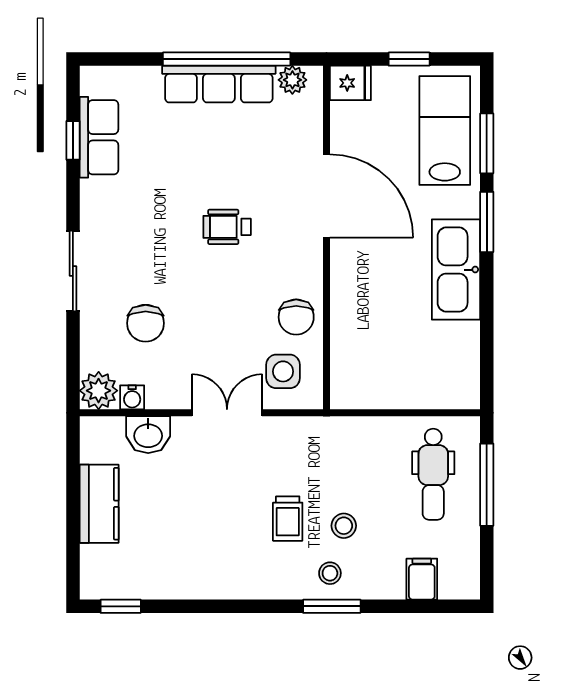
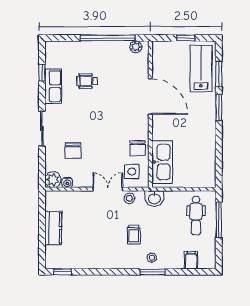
fridge: (350, 83) -> (161, 48), removed
row of seats: (219, 84) -> (104, 49), removed
row of seats: (99, 137) -> (53, 86), moved
wheelchair: (227, 227) -> (87, 81), moved
kitchen sink: (456, 270) -> (162, 162), moved, turned 180
washbasin: (148, 435) -> (154, 198), moved
stool: (344, 526) -> (129, 198), moved

